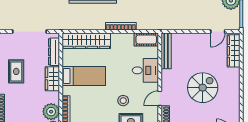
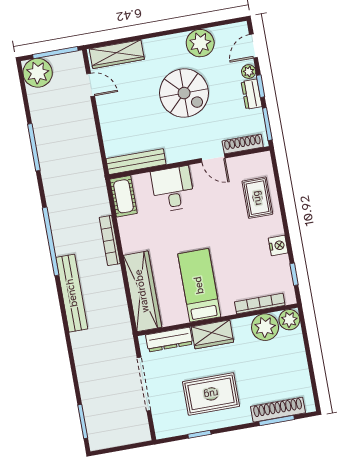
rug: (16, 71) -> (211, 394), width x1.36, depth x1.43
spiral stairs: (203, 88) -> (184, 93), turned 180
stool: (123, 101) -> (227, 216), removed
plant: (231, 103) -> (200, 43), added

